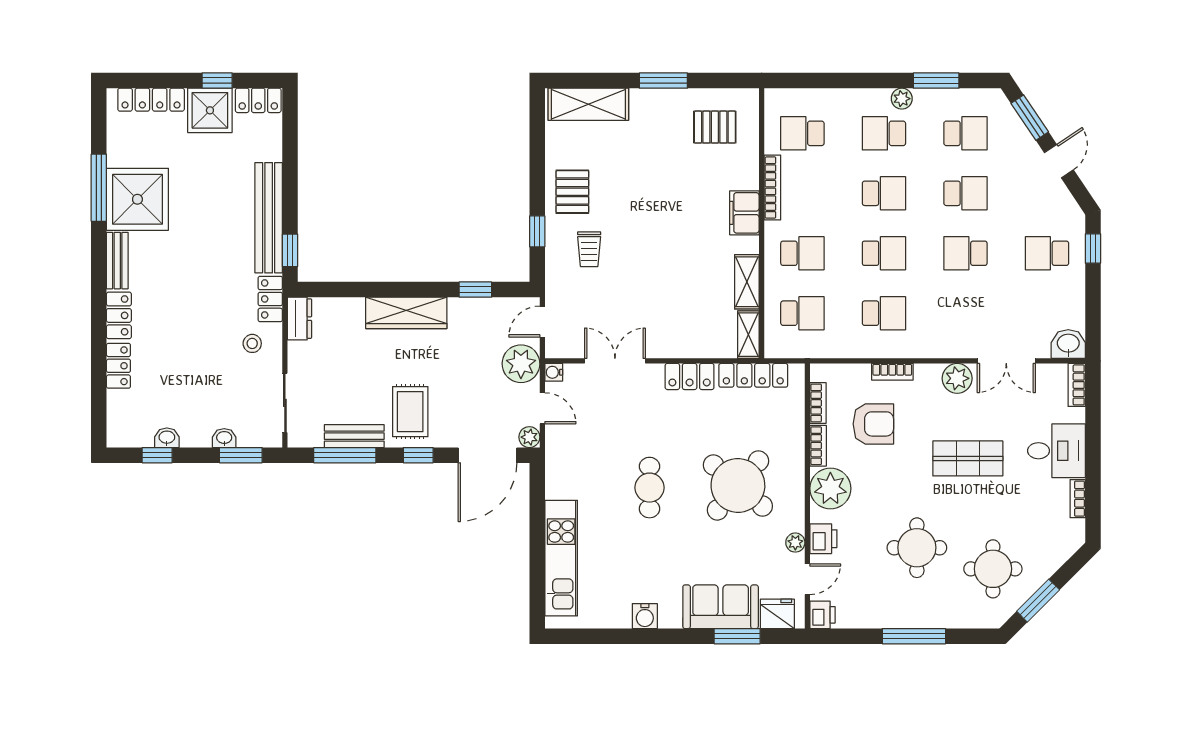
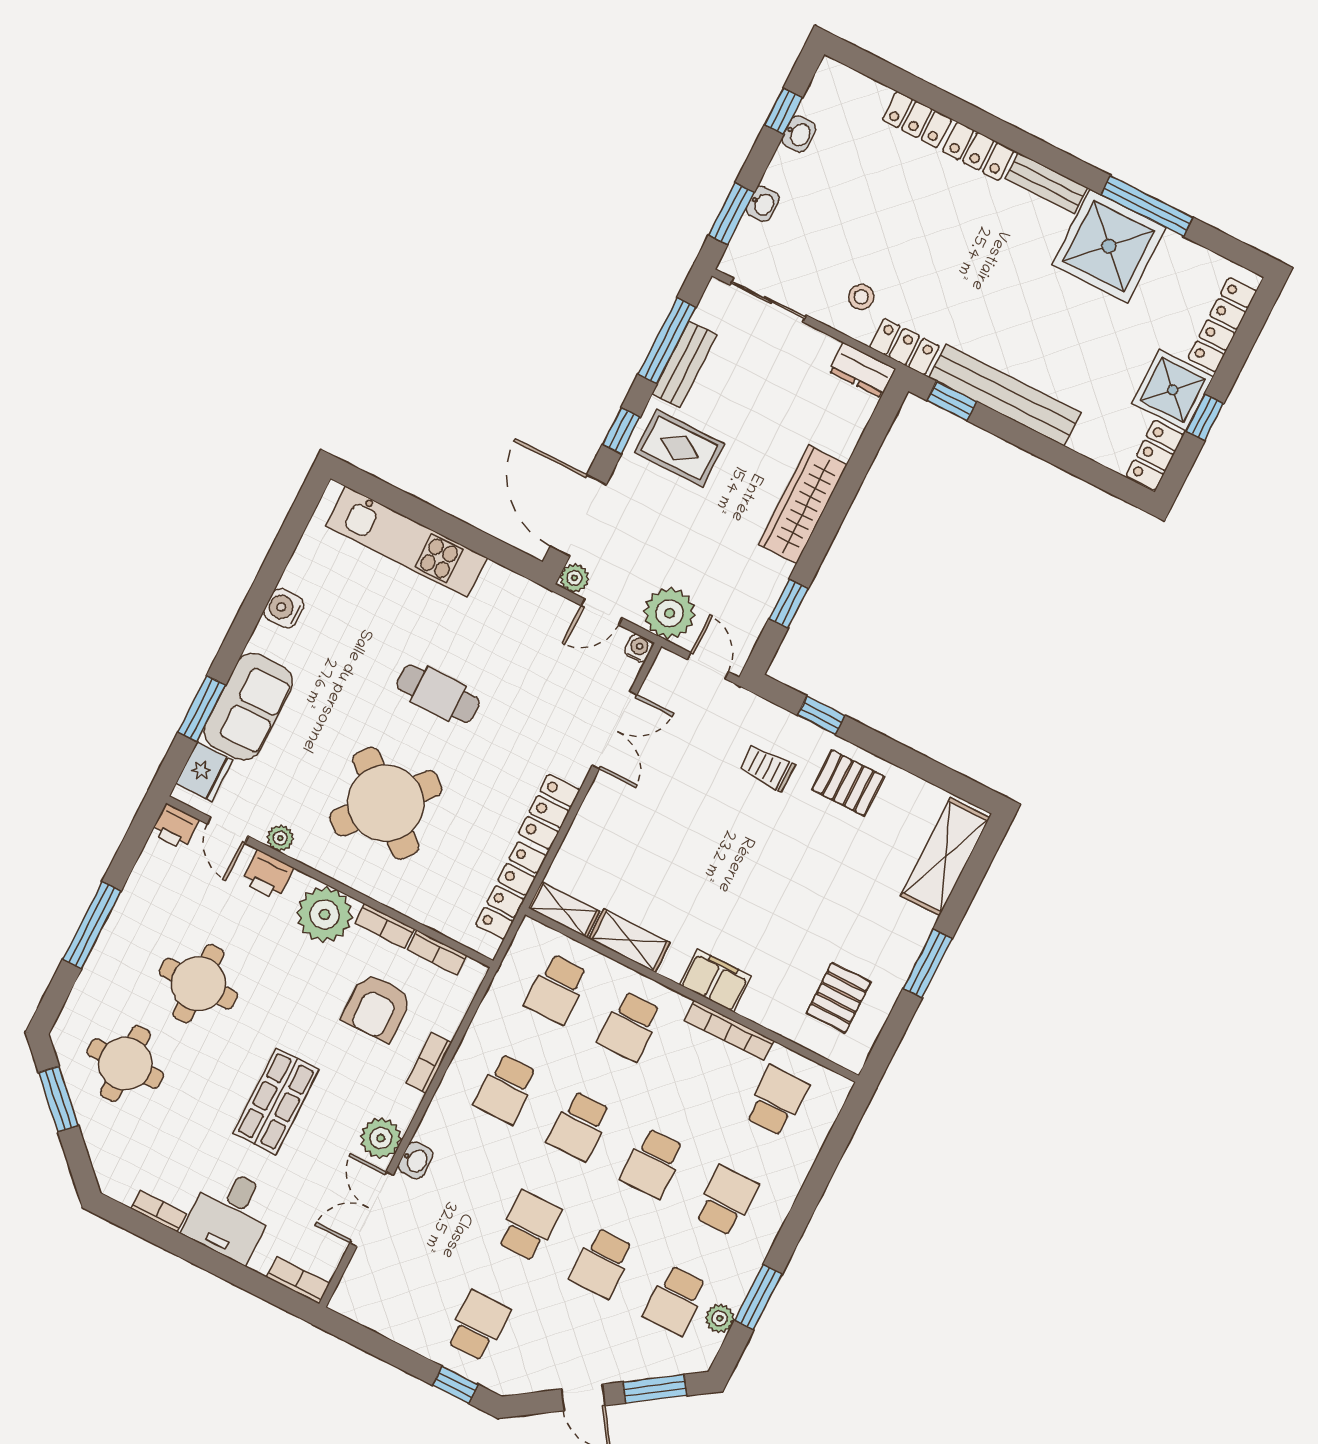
plant: (902, 99) -> (720, 1318), moved
washbasin: (1068, 344) -> (416, 1160), moved, width x0.72, depth x0.69

